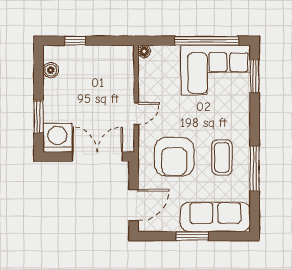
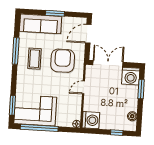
washing machine: (120, 59) -> (91, 120), added
double door: (97, 157) -> (108, 64), swing flipped

